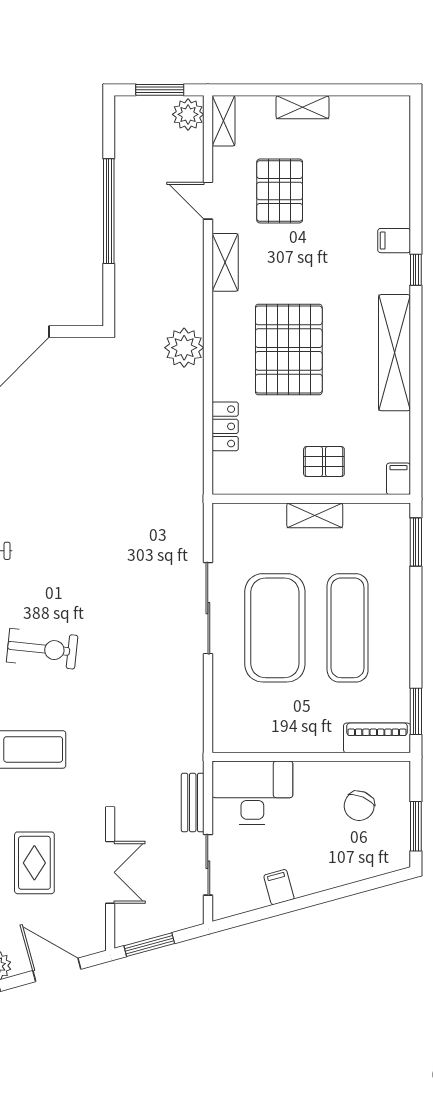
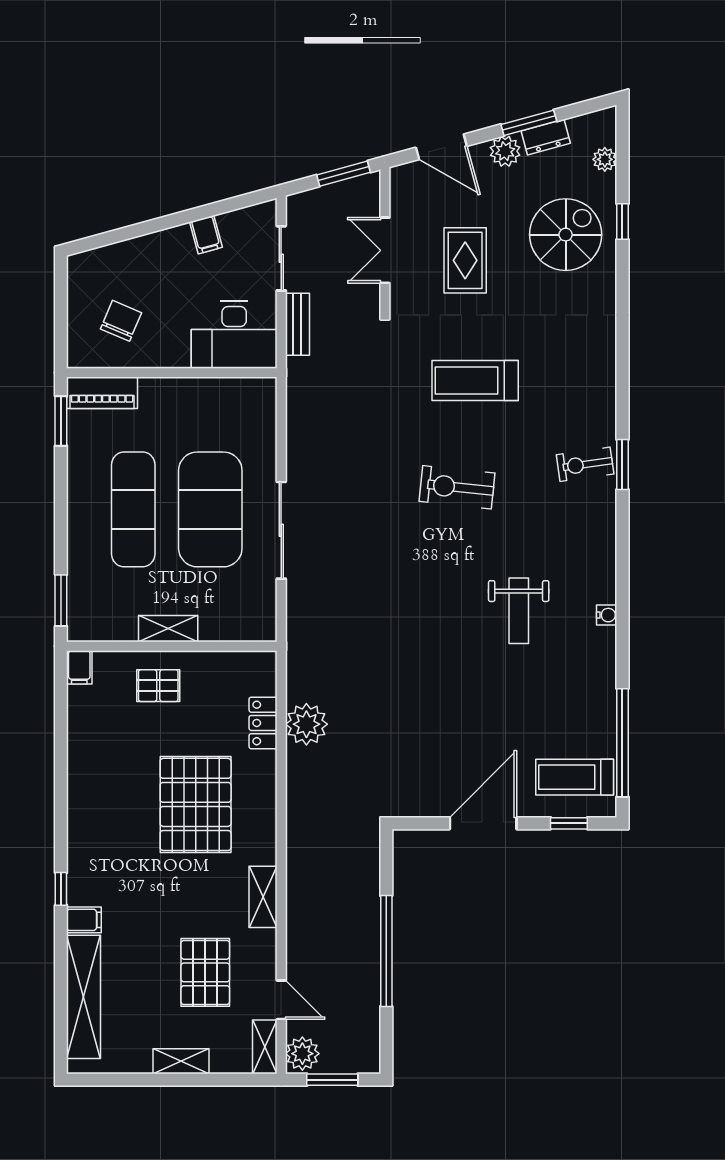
door: (208, 201) -> (281, 1000), moved
plant: (184, 348) -> (306, 724), moved
shelving: (395, 353) -> (83, 997), moved
window: (416, 826) -> (61, 299), removed

